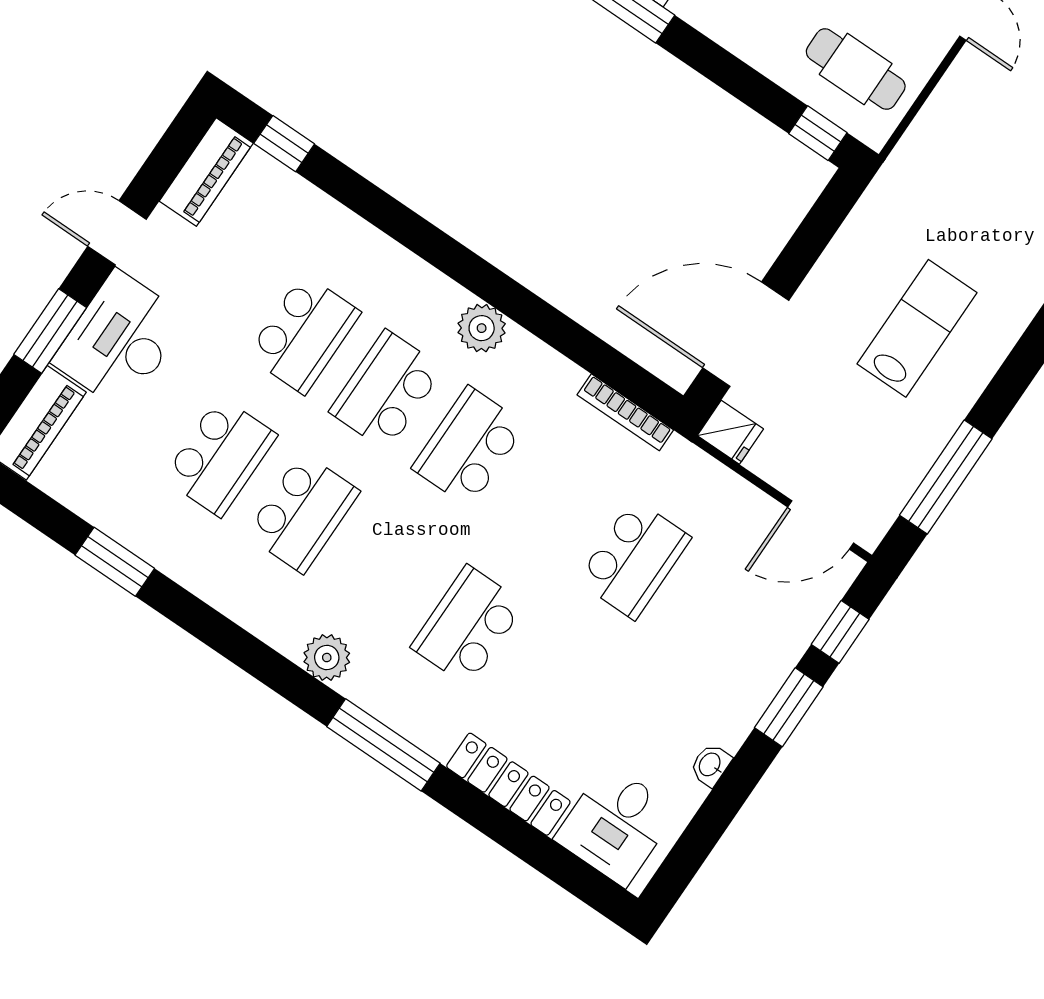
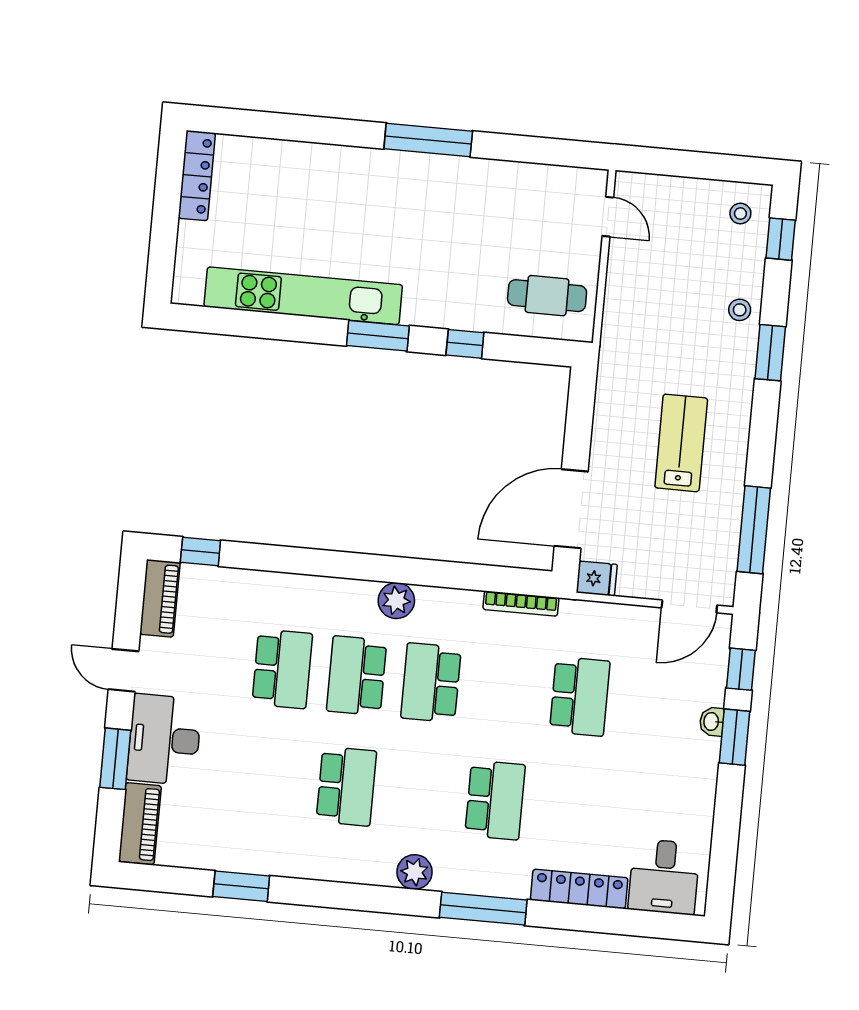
window: (818, 133) -> (465, 344), moved
door: (117, 233) -> (124, 670), hinge flipped
school desk: (220, 457) -> (272, 779), removed
school desk: (468, 626) -> (495, 800), turned 180
washbasin: (710, 765) -> (712, 722), moved

